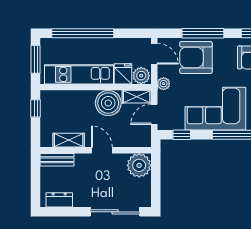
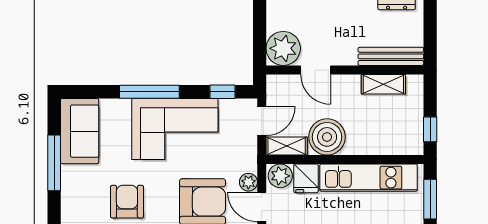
plant: (164, 84) -> (248, 182), moved
door: (102, 150) -> (316, 70), moved
bench: (57, 160) -> (391, 56), width x1.36

